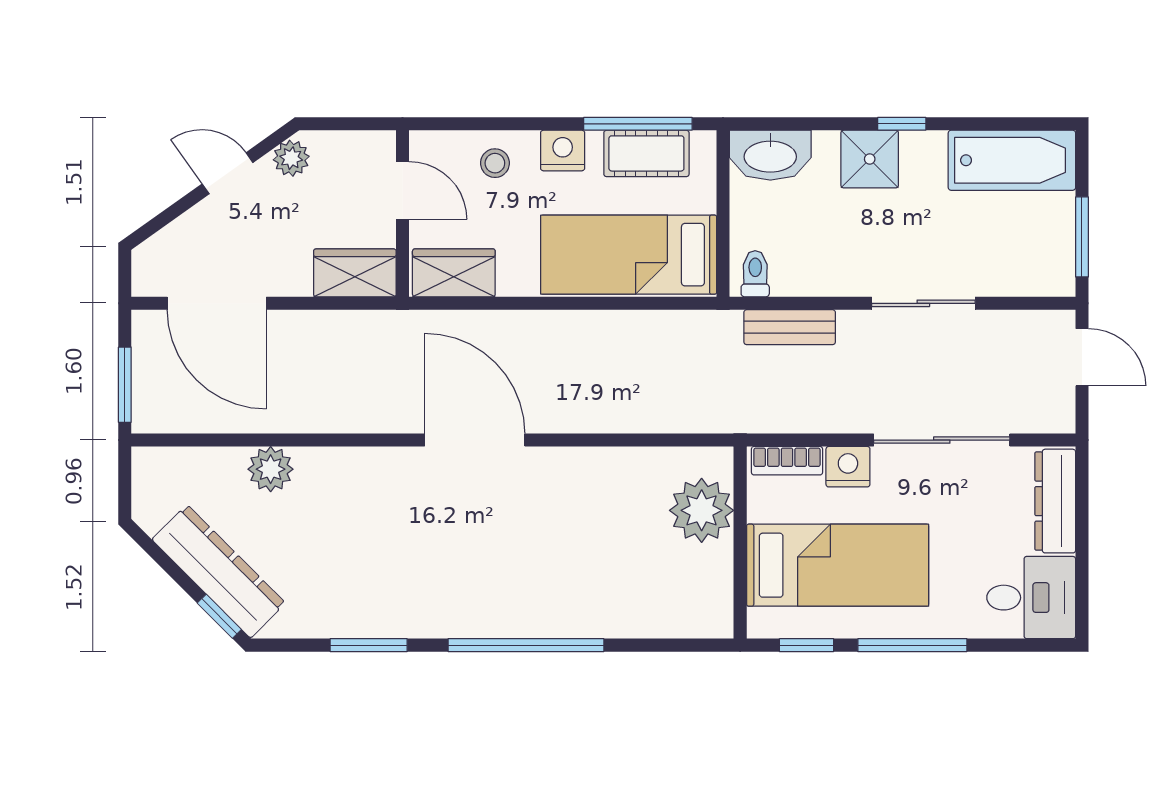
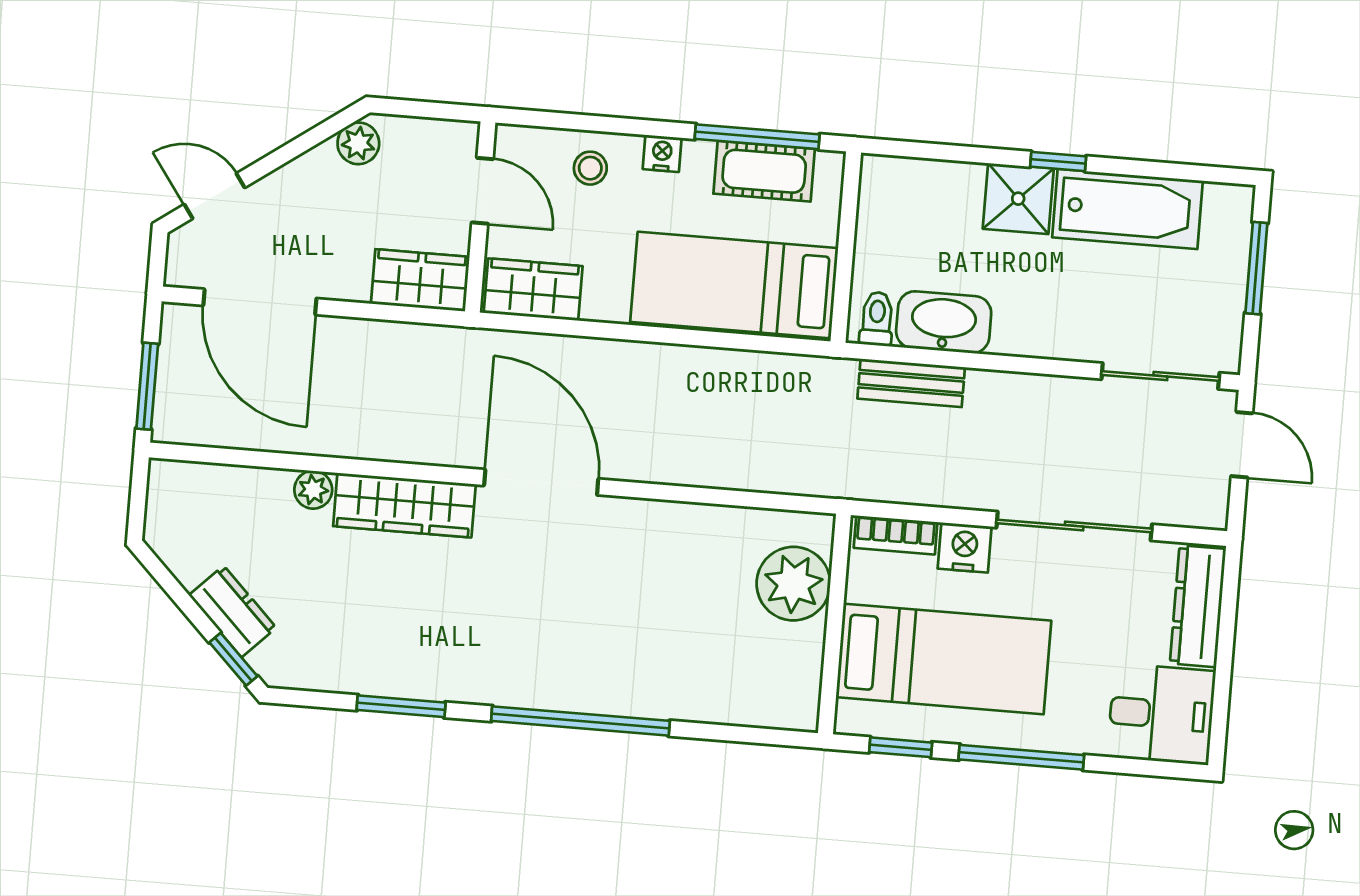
nightstand: (563, 151) -> (662, 153), width x0.72, depth x0.74
washbasin: (770, 155) -> (944, 322), moved, turned 180
bathtub: (1012, 160) -> (1127, 209), moved
door: (228, 173) -> (214, 196), moved
window: (1082, 237) -> (1256, 268), moved
sliding door: (923, 303) -> (1160, 376), moved
plant: (271, 469) -> (313, 490), width x0.73, depth x0.73
wardrobe: (357, 470) -> (404, 505), added
dresser: (219, 571) -> (233, 611), width x0.51, depth x0.80

